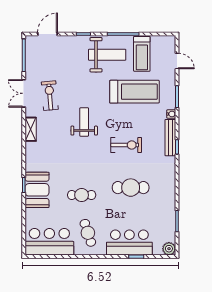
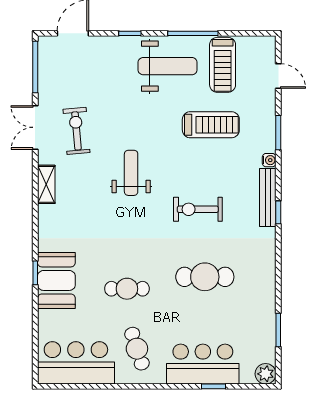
treadmill: (134, 92) -> (211, 125), width x0.73, depth x0.73
exercise bike: (126, 145) -> (198, 209), turned 180

